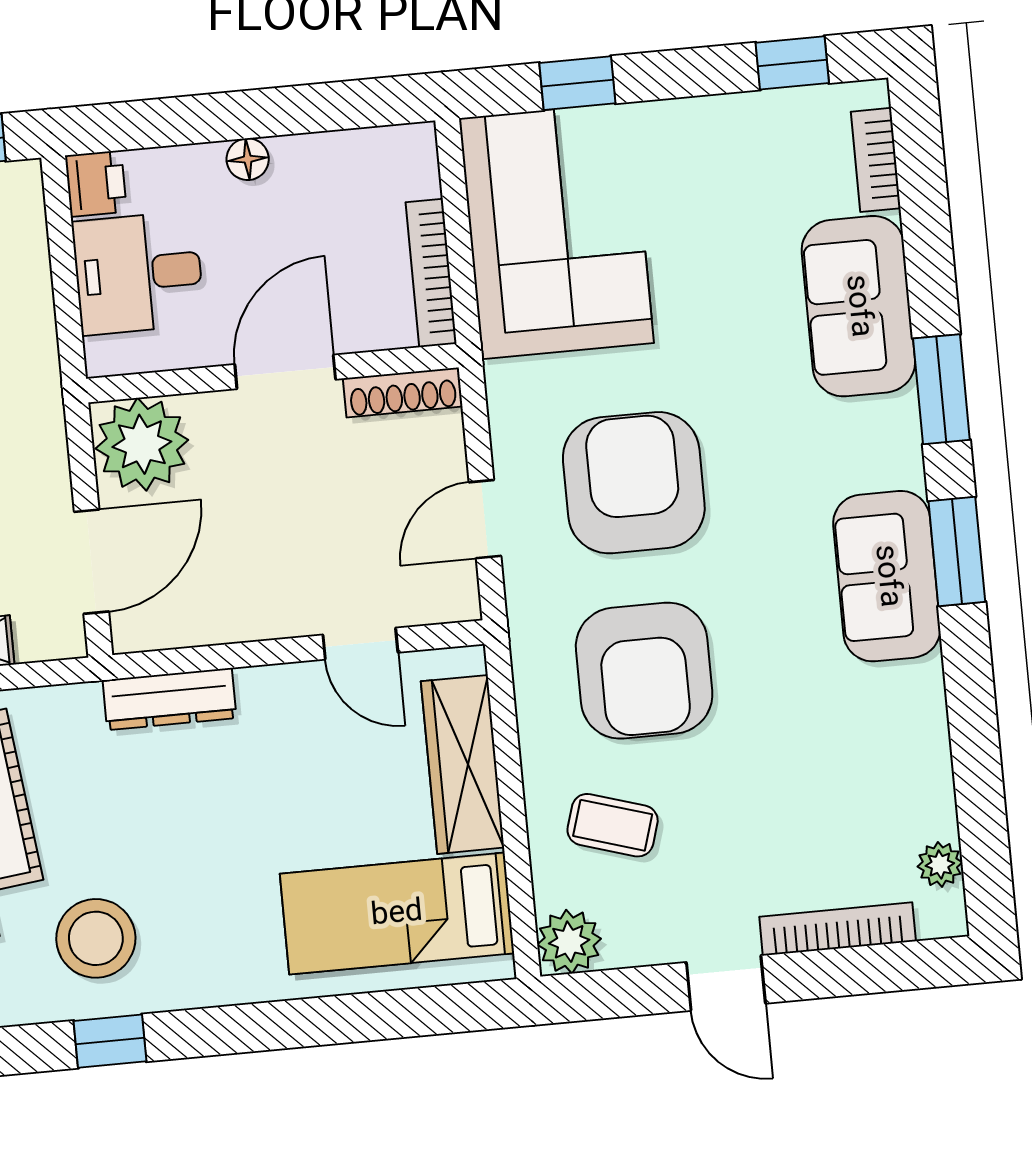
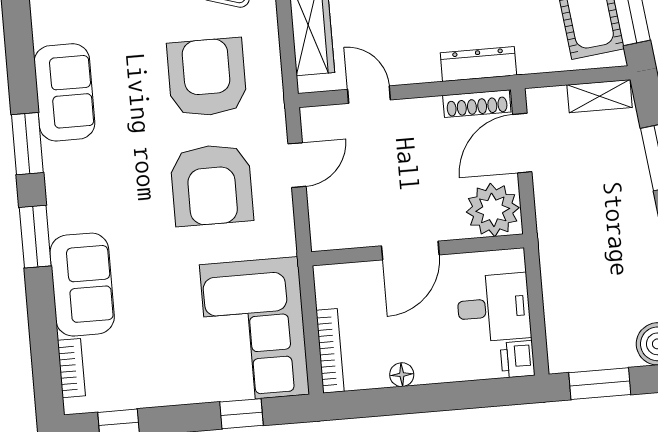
floor lamp: (248, 159) -> (402, 375), moved
bookcase: (431, 273) -> (330, 351), moved
shoe rack: (403, 392) -> (477, 104), moved, turned 180
sofa: (887, 576) -> (64, 92), moved

